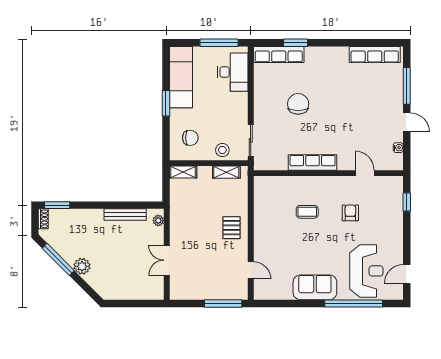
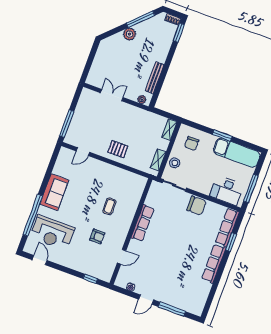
row of seats: (375, 55) -> (214, 264), moved
chair: (298, 104) -> (197, 206), moved

